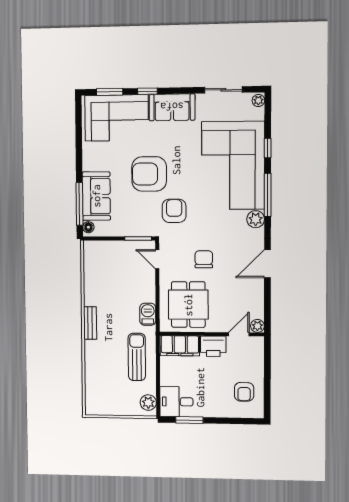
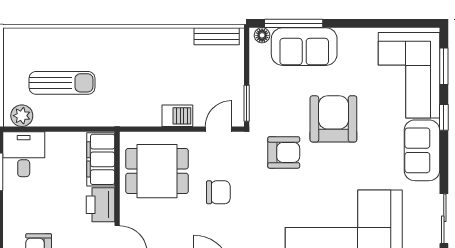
barbecue: (148, 314) -> (177, 116), moved
bench: (90, 323) -> (217, 36), moved
sun lounger: (137, 357) -> (62, 83), moved

